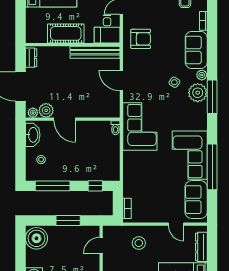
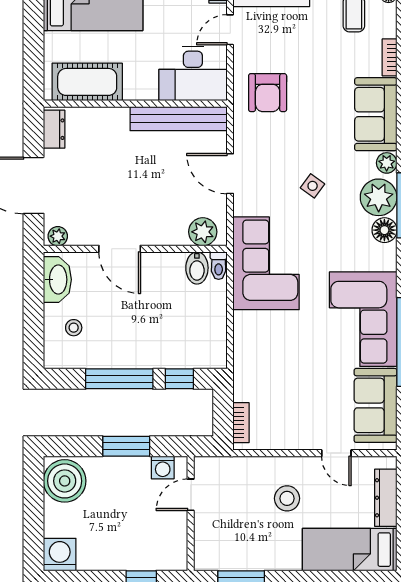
desk: (107, 29) -> (193, 74), width x1.37
cot: (66, 33) -> (87, 82), moved
armchair: (141, 39) -> (268, 93), turned 90
side table: (174, 82) -> (313, 186), moved
floor lamp: (201, 109) -> (384, 230), added
plant: (46, 110) -> (203, 232), moved
bidet: (104, 129) -> (197, 268), added
window: (53, 186) -> (119, 379), moved
washing machine: (87, 231) -> (163, 467), added
stool: (139, 243) -> (287, 498), moved

